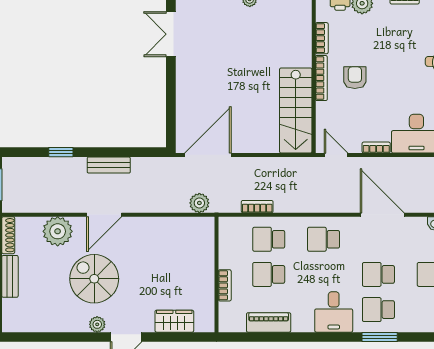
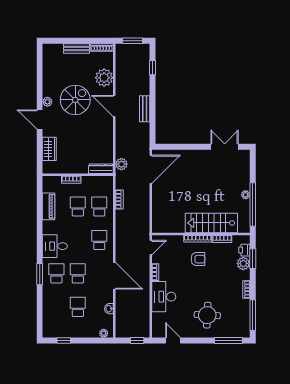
stairs: (296, 110) -> (211, 223), moved
window: (61, 152) -> (152, 68), moved
door: (208, 155) -> (151, 169), hinge flipped
door: (382, 215) -> (114, 276), hinge flipped
dresser: (207, 237) -> (101, 169), added

